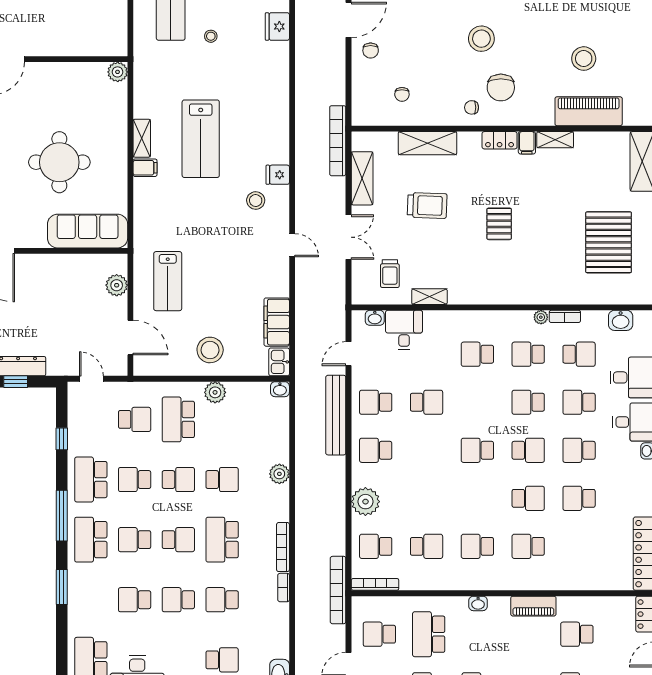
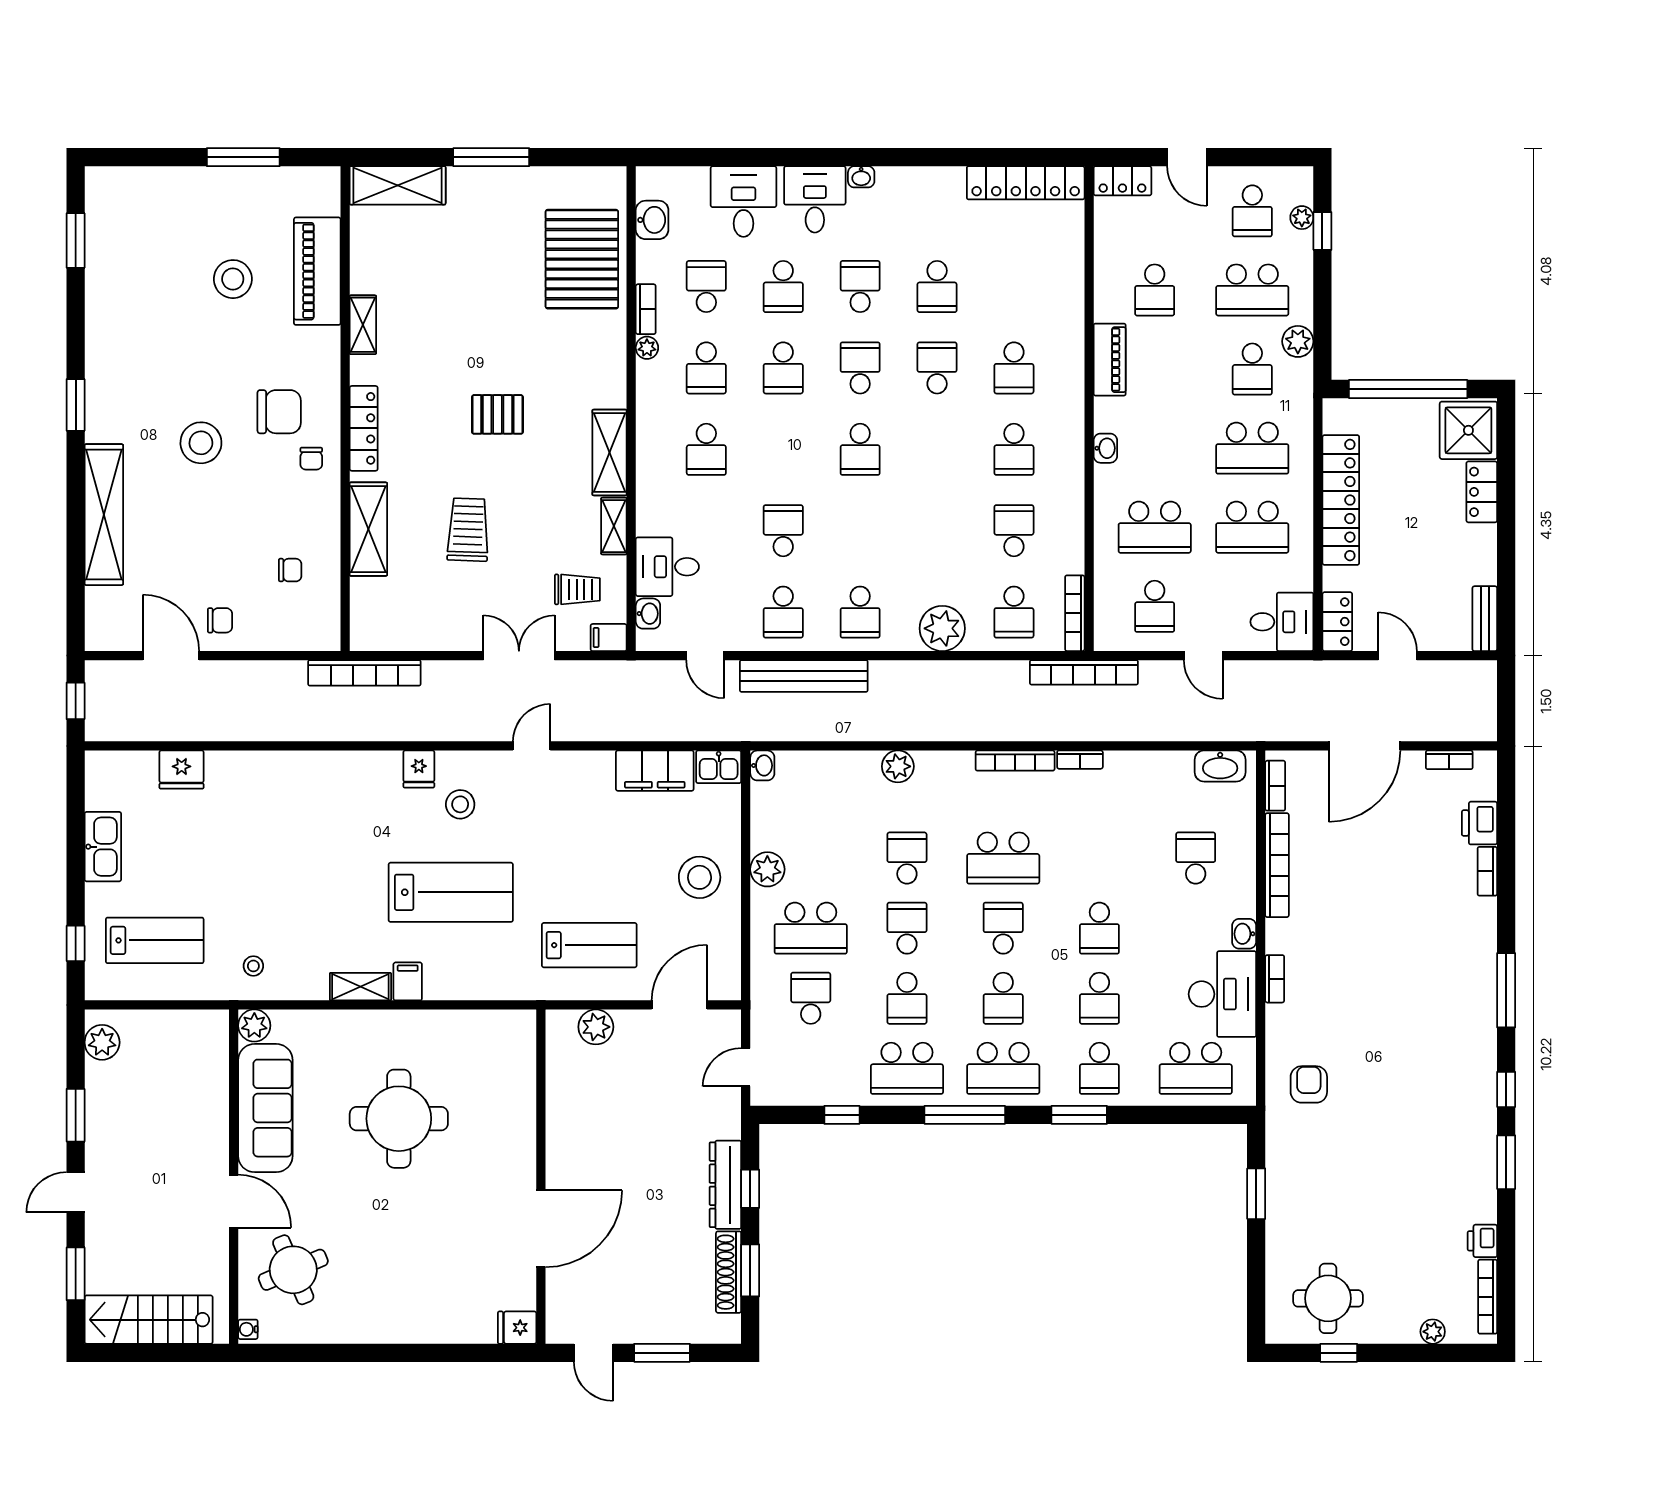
stool: (211, 36) -> (253, 966), moved
lab bench: (201, 139) -> (451, 892), moved
locker: (500, 140) -> (364, 428), width x1.53
filing cabinet: (527, 143) -> (609, 638), moved, turned 180
shelving: (362, 178) -> (610, 452), moved, turned 90
sofa: (88, 231) -> (265, 1108), moved, turned 180
pallet: (609, 242) -> (582, 259), moved, turned 90
school desk: (579, 450) -> (860, 287), turned 180
school desk: (222, 600) -> (1099, 1068), moved

